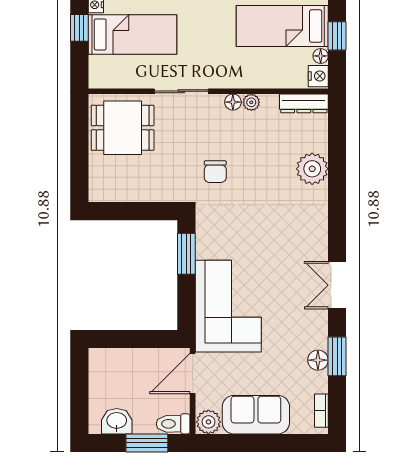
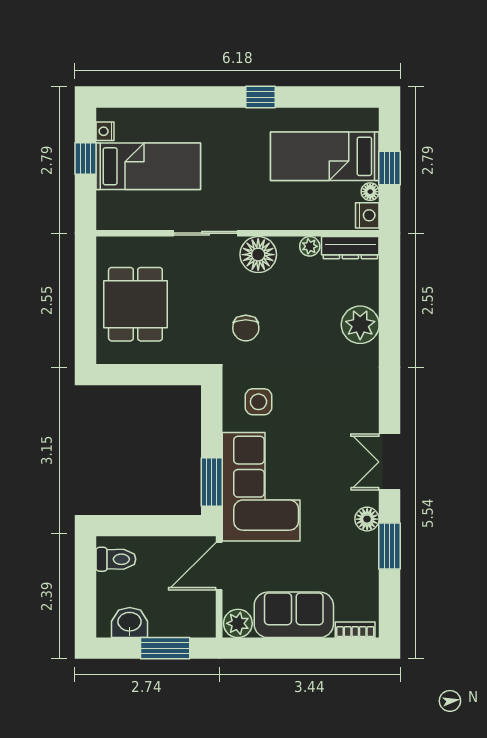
floor lamp: (233, 102) -> (258, 255), width x1.89, depth x1.89
plant: (251, 102) -> (310, 246), moved
dining table: (123, 128) -> (135, 304), moved, turned 90
side table: (226, 234) -> (258, 402), added
window: (186, 254) -> (212, 482), moved
floor lamp: (318, 360) -> (367, 519), moved
bookcase: (321, 411) -> (355, 630), moved, turned 90
toilet: (173, 424) -> (116, 559), moved, turned 180

